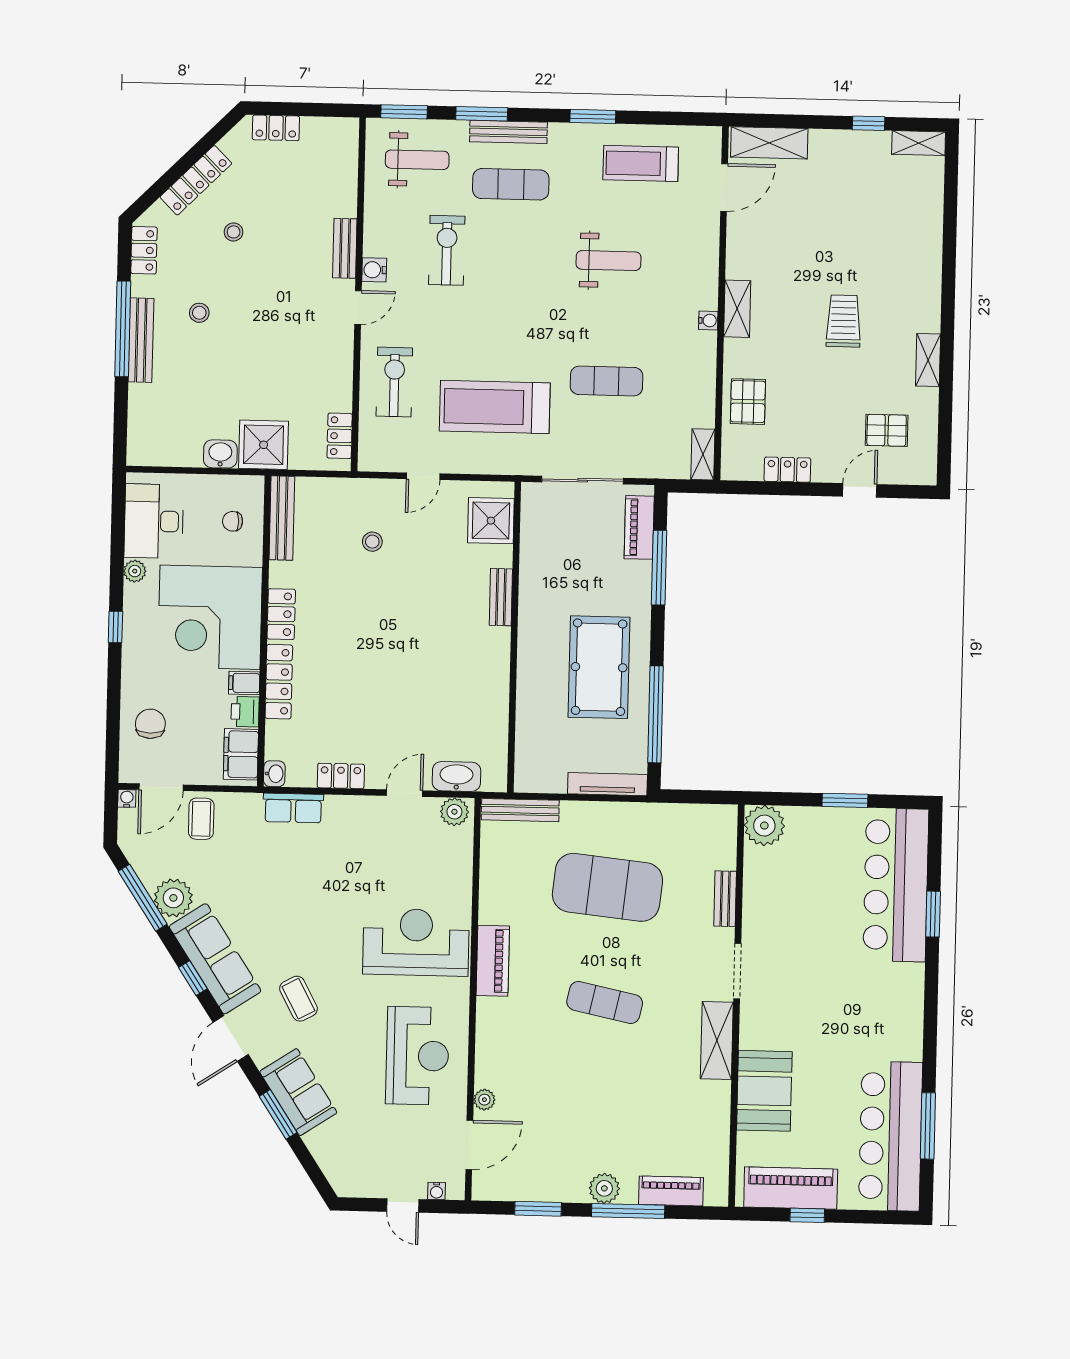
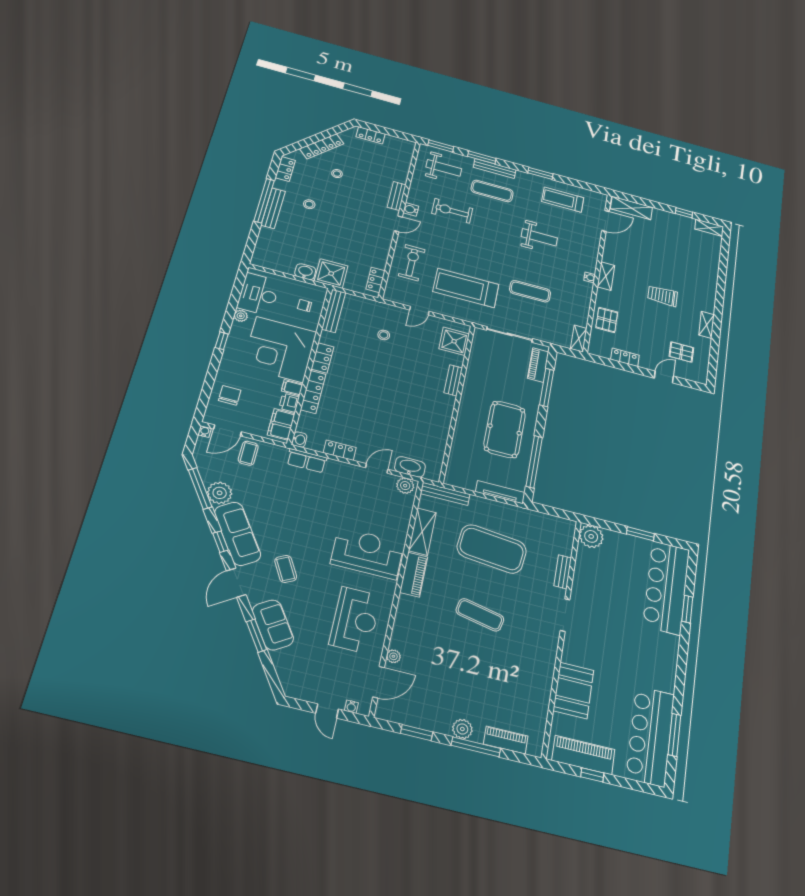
exercise bike: (447, 250) -> (452, 211), turned -90
trolley: (843, 321) -> (663, 296), turned -90
shelving: (717, 1040) -> (422, 532), moved

